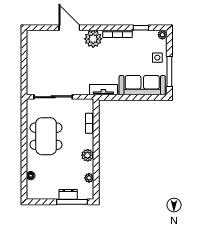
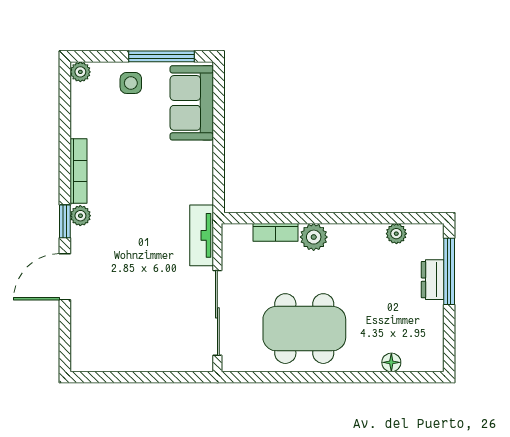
window: (141, 28) -> (65, 221), moved
plant: (93, 39) -> (80, 216), width x0.53, depth x0.53
sofa: (142, 85) -> (192, 103), width x0.73
tv unit: (103, 90) -> (202, 235), moved
plant: (88, 155) -> (314, 237), moved

